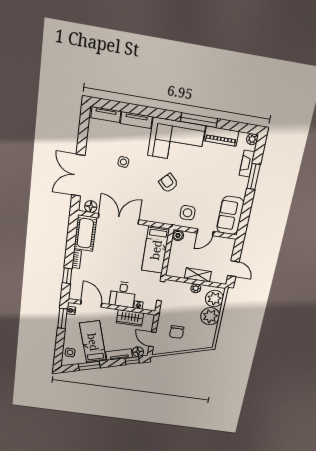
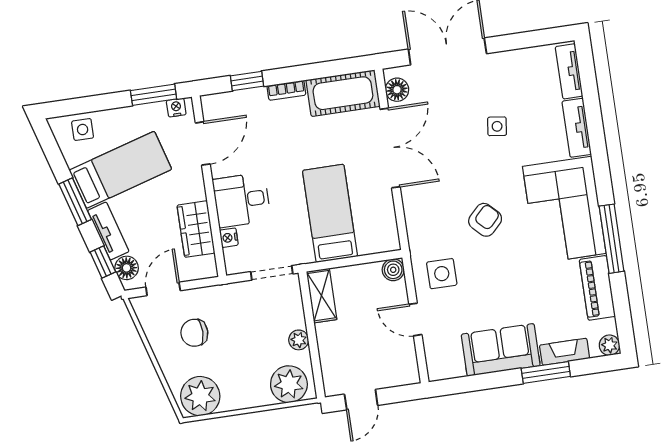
sofa: (230, 215) -> (501, 350), moved
bed: (156, 250) -> (330, 213), moved, turned 90
shelving: (198, 275) -> (322, 296), moved
plant: (210, 316) -> (200, 396), moved
window: (89, 366) -> (75, 202), moved

